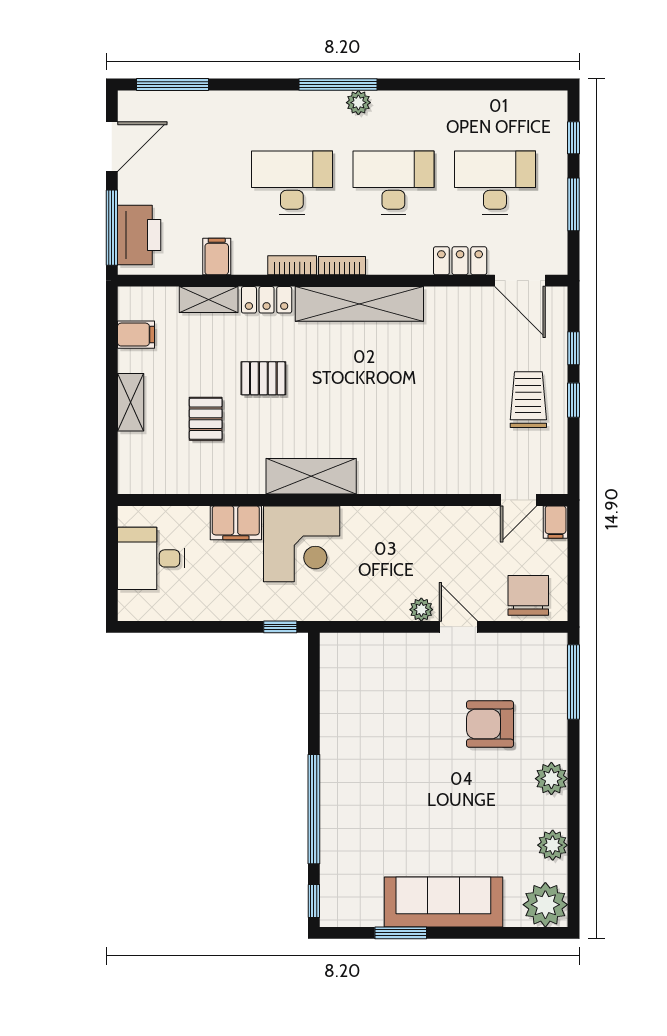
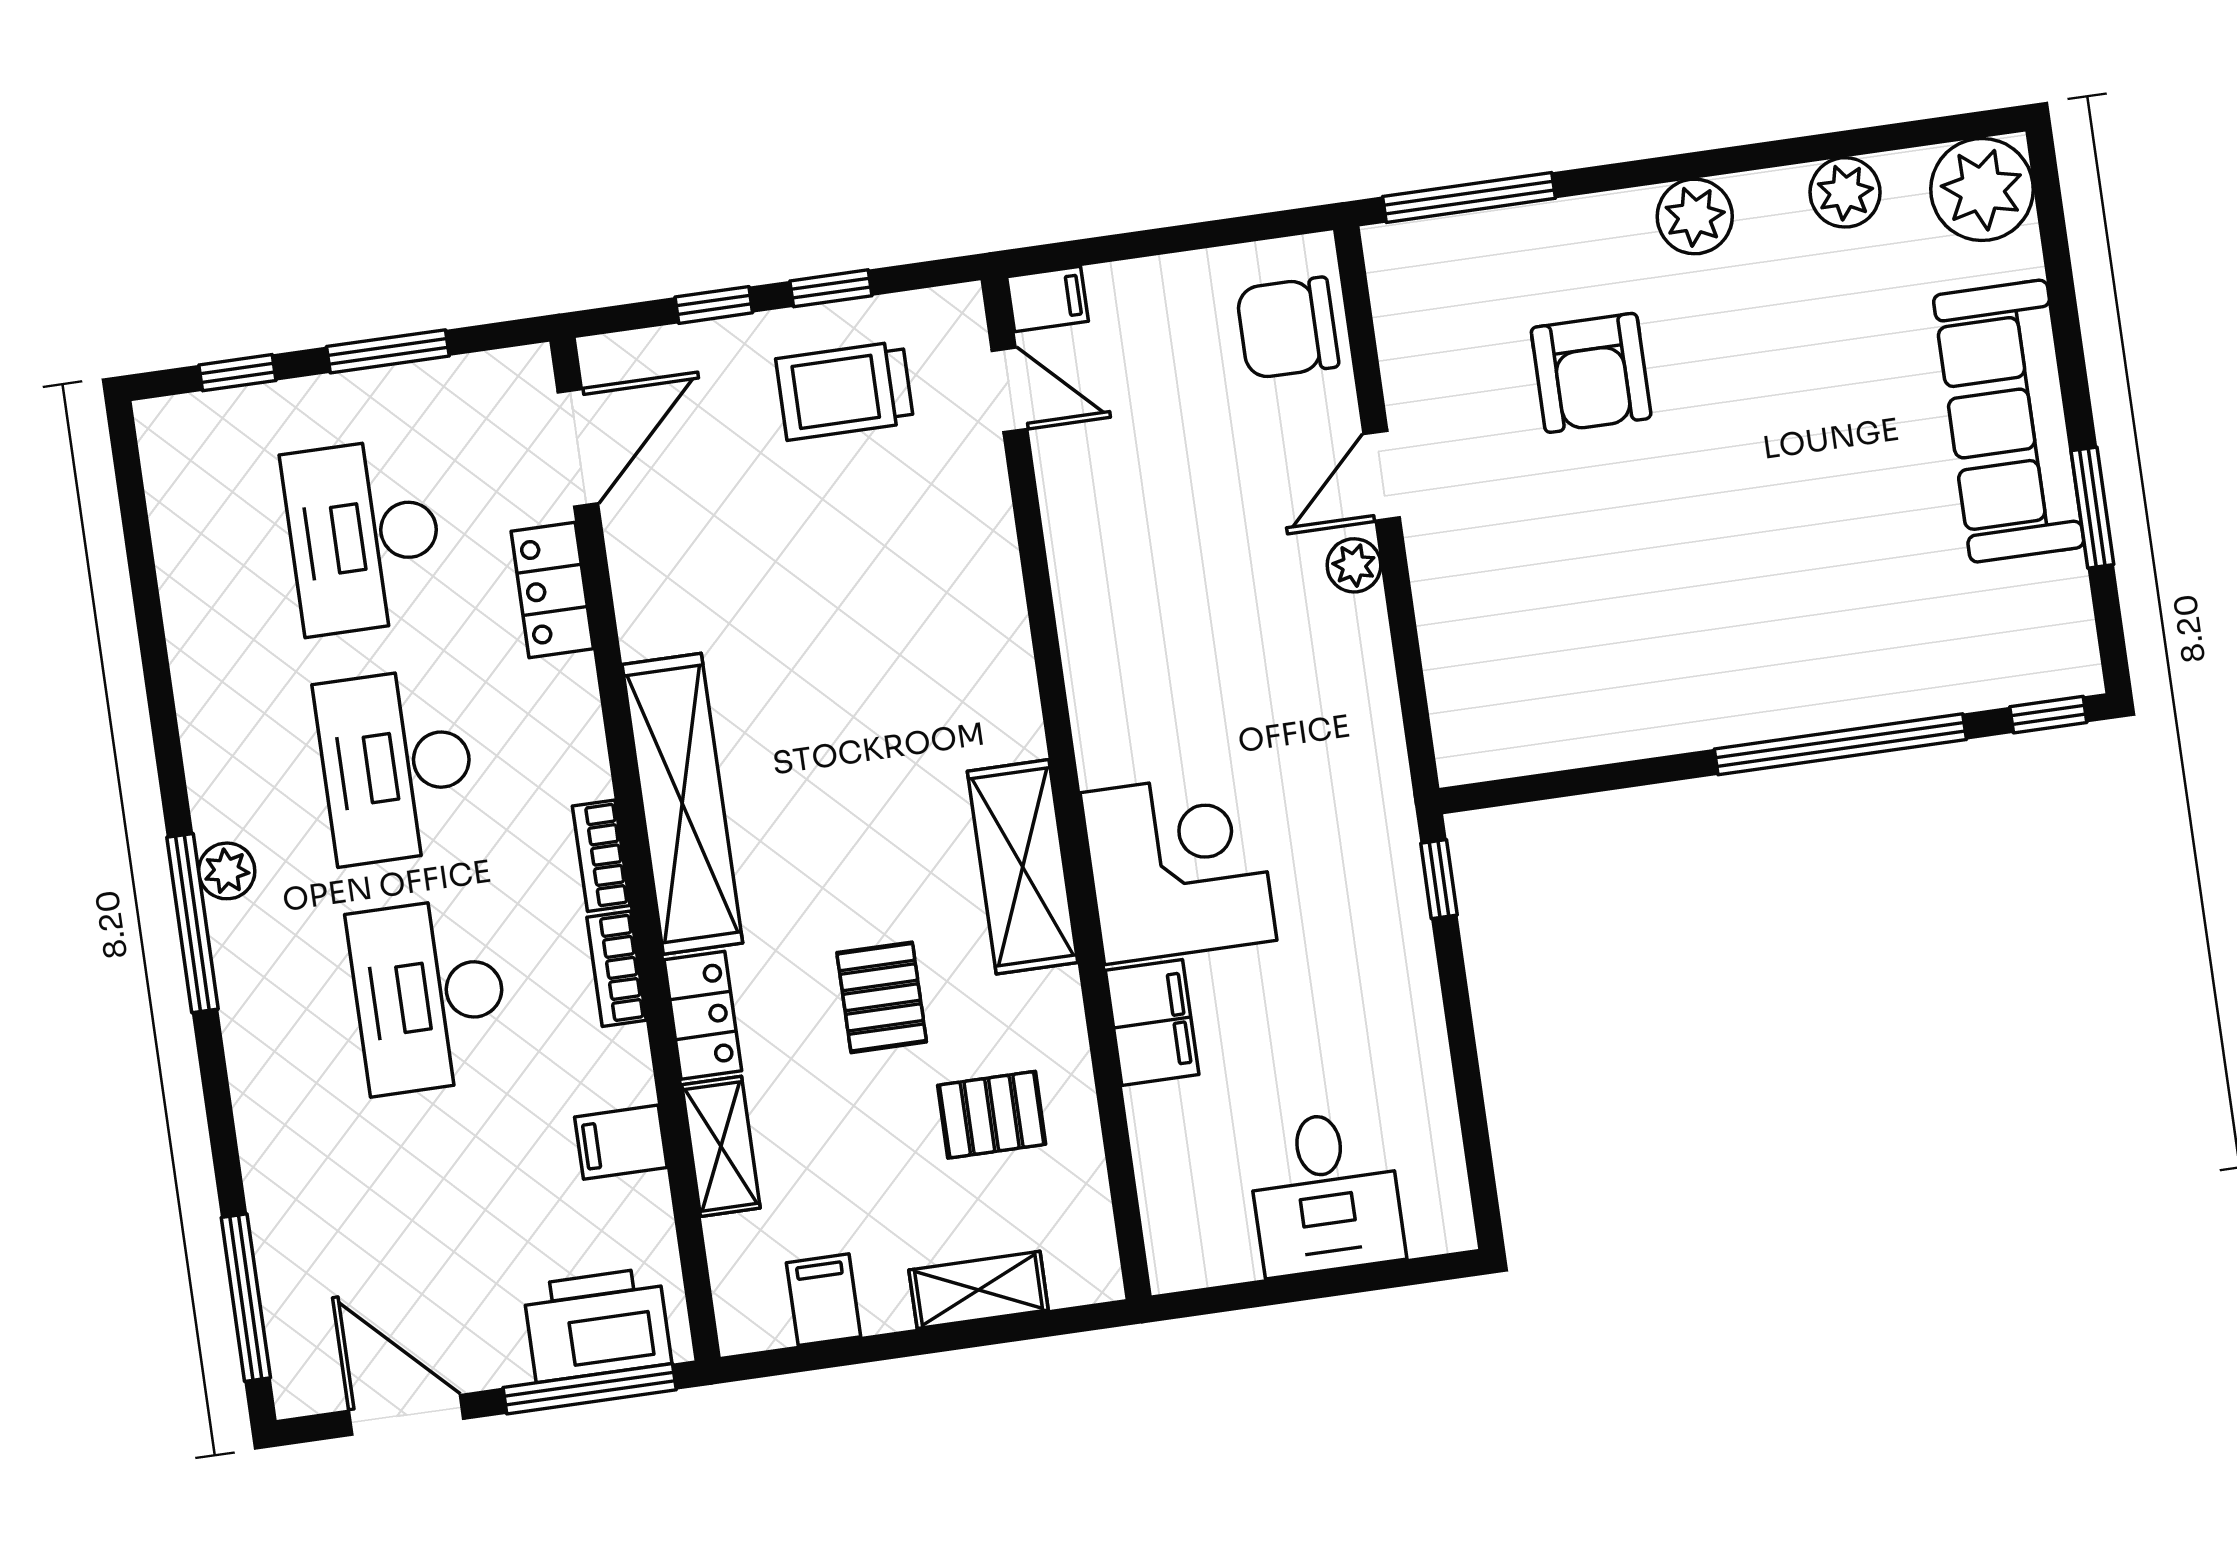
shelving: (311, 476) -> (1023, 867), moved
wall: (343, 500) -> (1066, 788), moved
door: (519, 500) -> (1009, 390), moved
filing cabinet: (556, 522) -> (1047, 299), moved
filing cabinet: (236, 523) -> (1152, 1022), moved
corner desk: (302, 544) -> (1179, 867), moved

